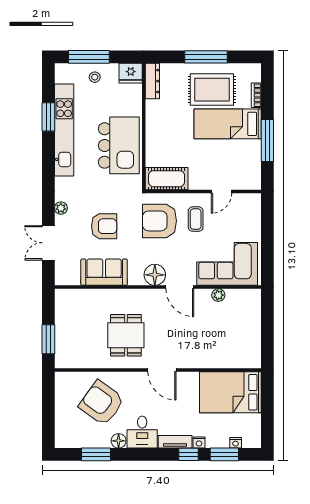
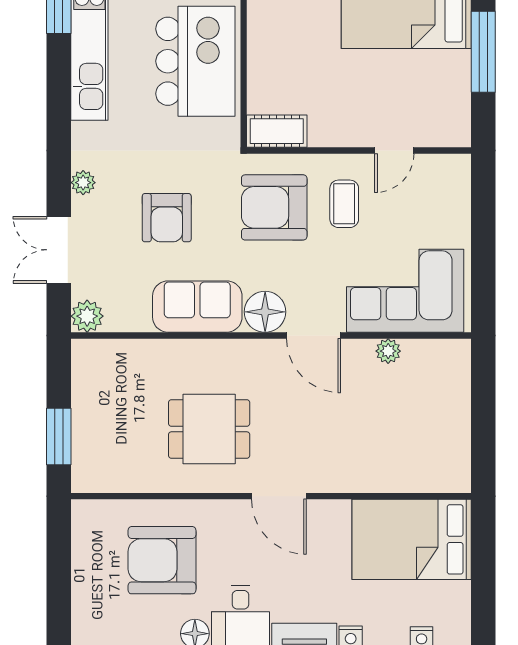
cot: (167, 179) -> (277, 131), width x0.73, depth x0.75
armchair: (104, 226) -> (167, 218), turned 90
sofa: (104, 272) -> (197, 307), moved
plant: (63, 277) -> (87, 316), added
dining table: (126, 335) -> (209, 429), turned 90
armchair: (102, 403) -> (162, 560), turned -36

